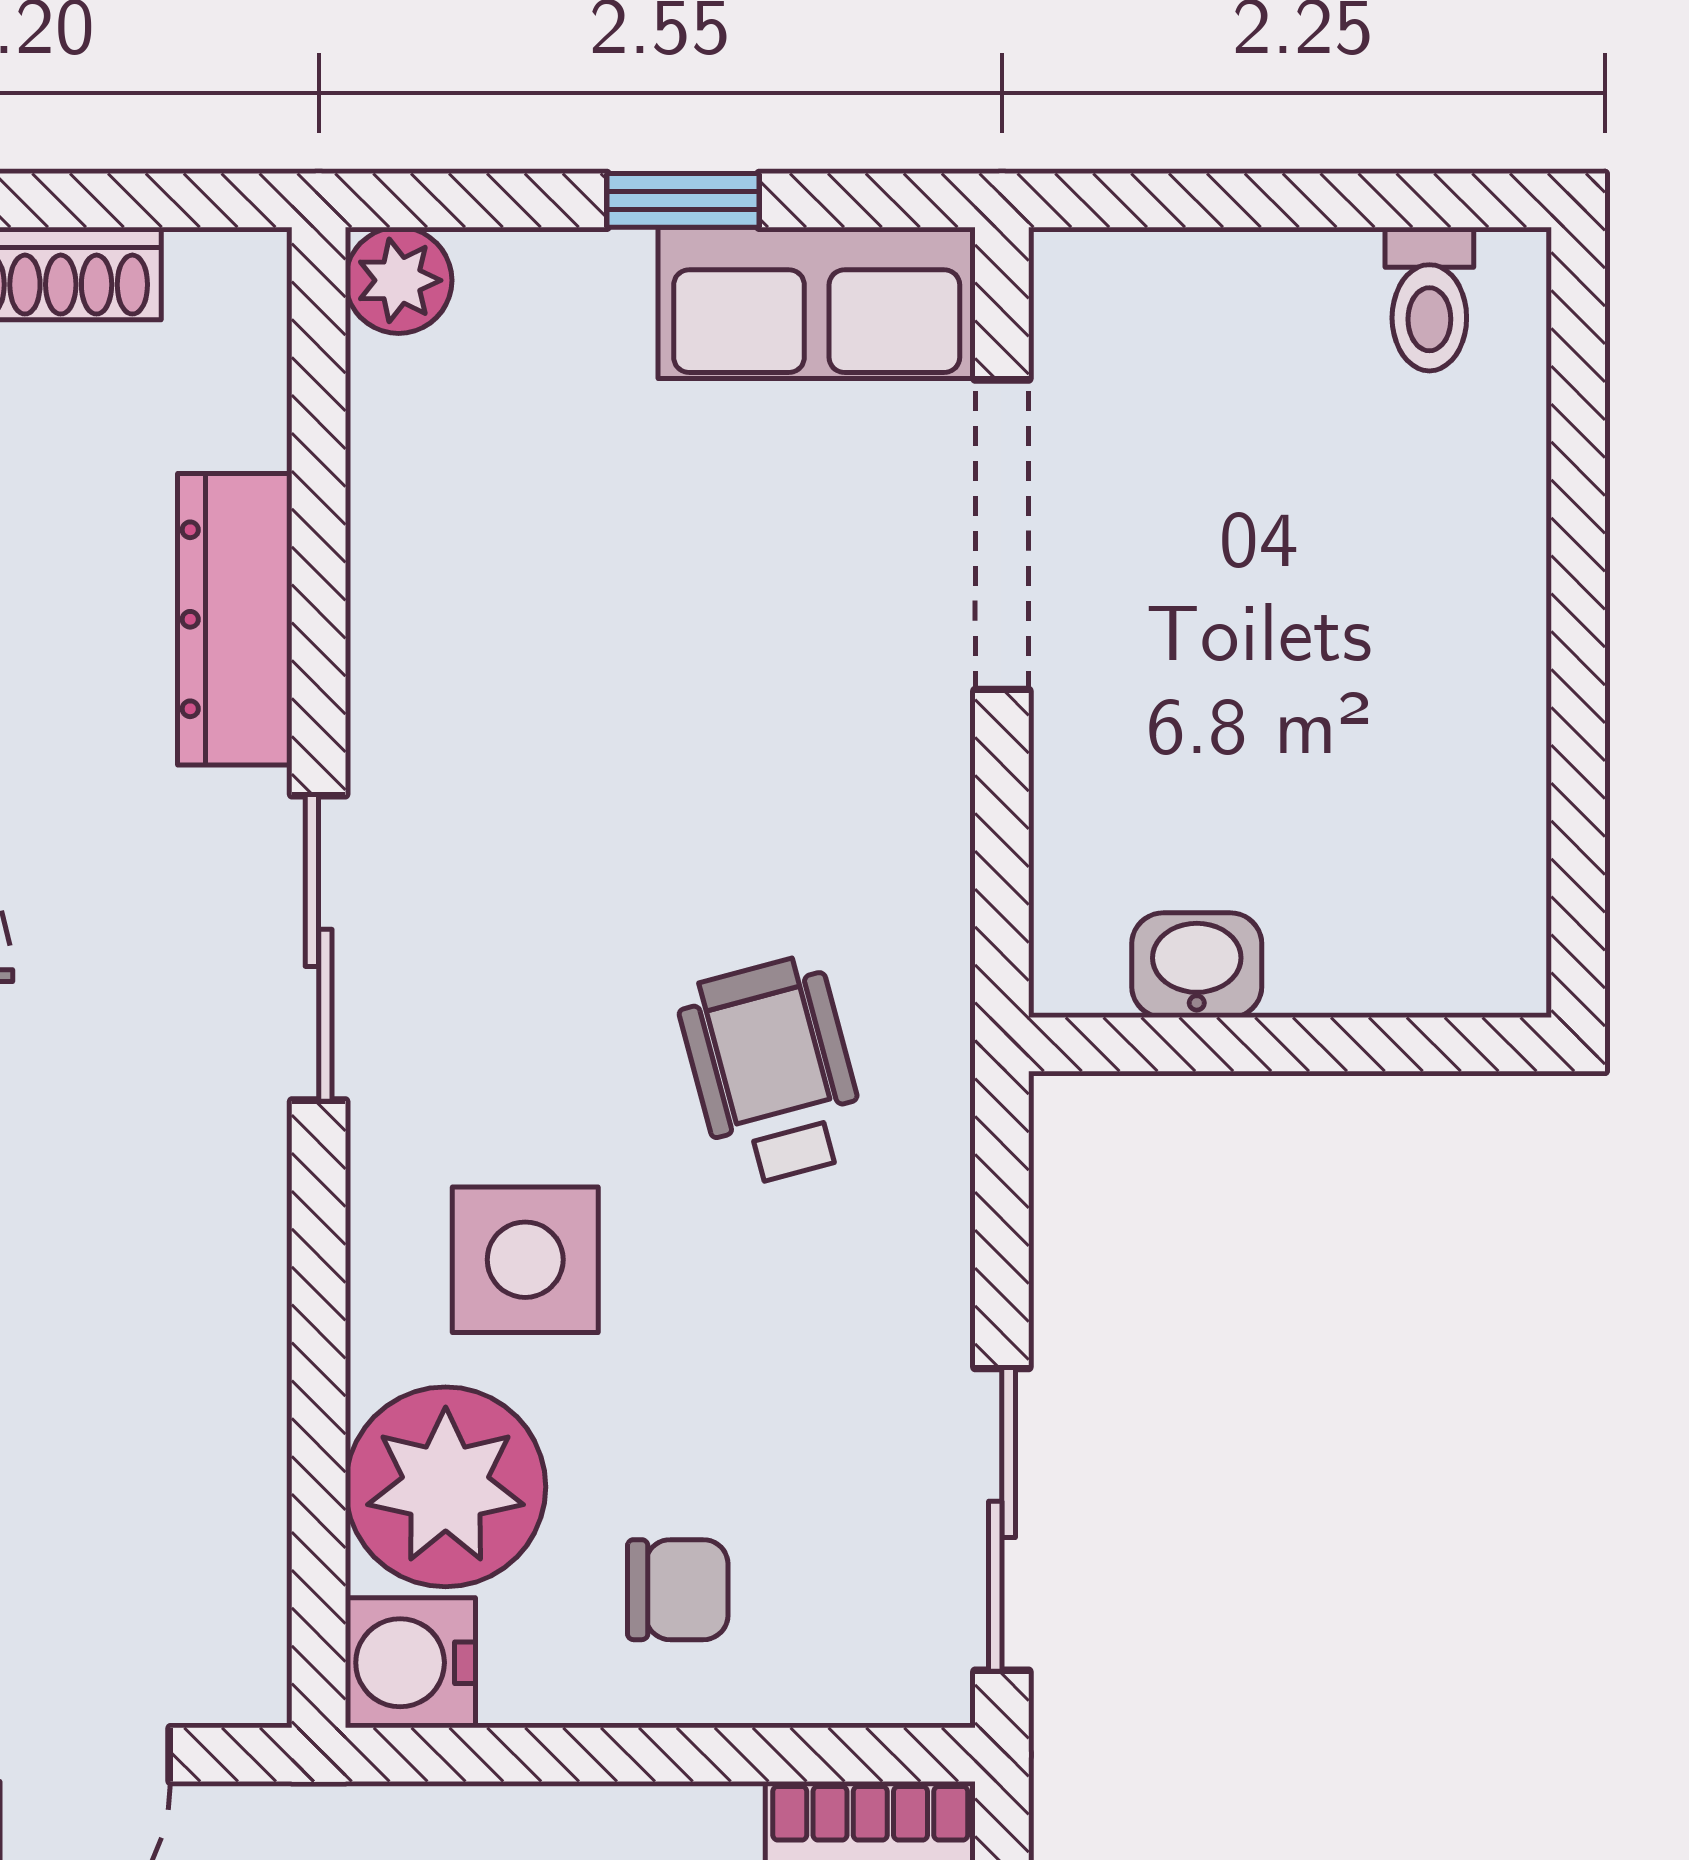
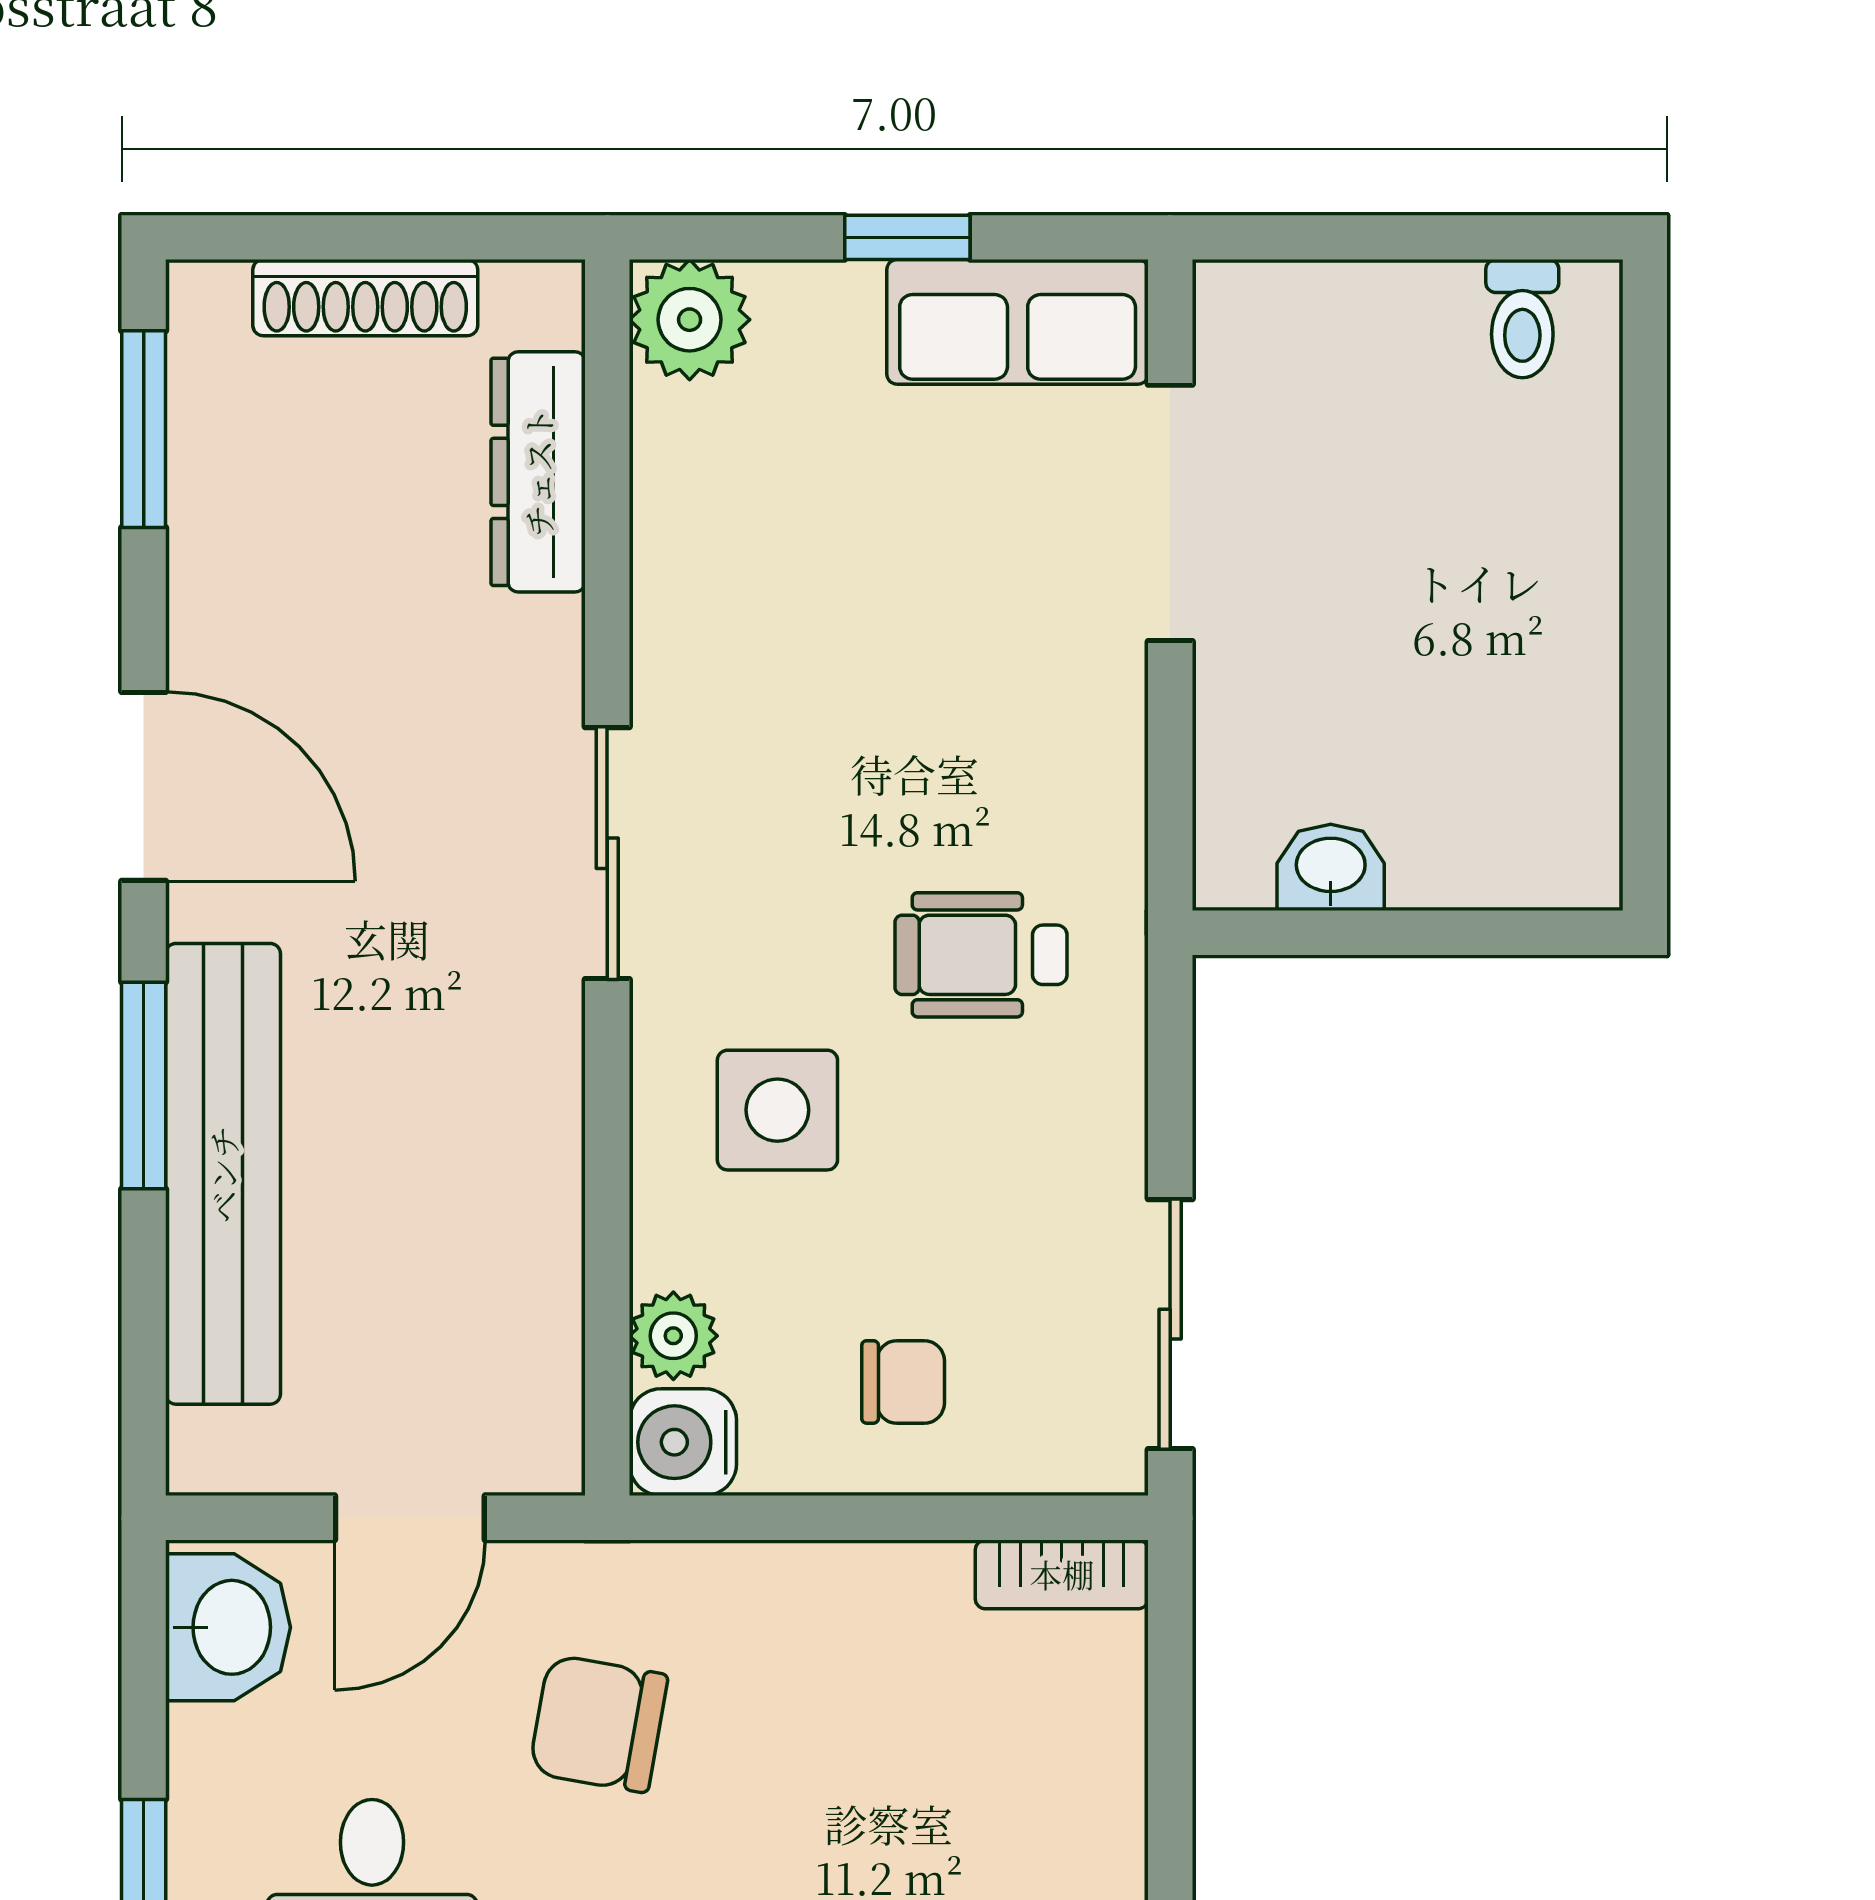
plant: (399, 280) -> (690, 320), width x1.38, depth x1.38
dresser: (235, 619) -> (538, 472), moved
wheelchair: (772, 1071) -> (981, 955), turned -75
plant: (446, 1487) -> (673, 1336), width x0.53, depth x0.53

